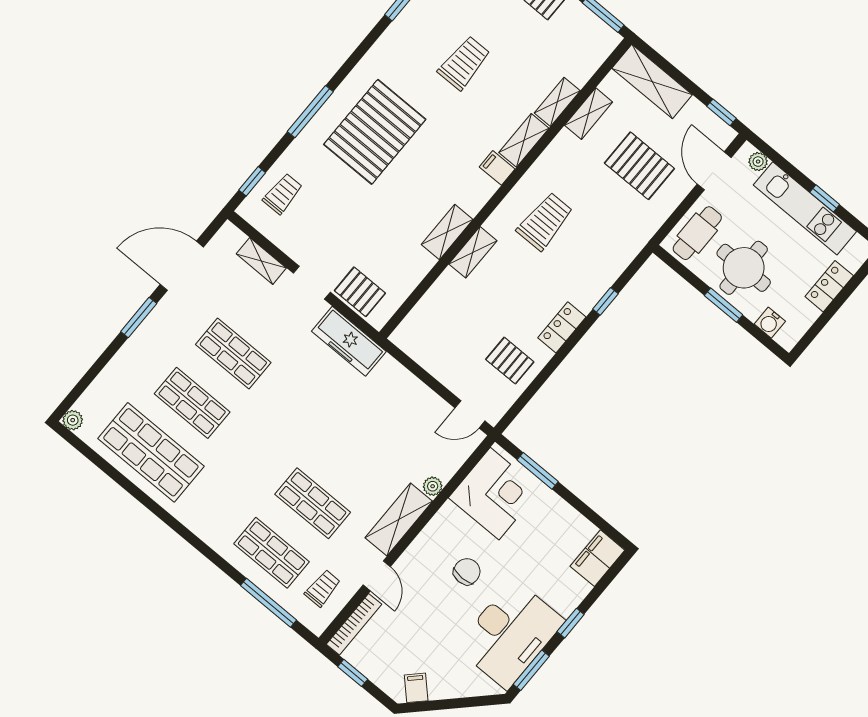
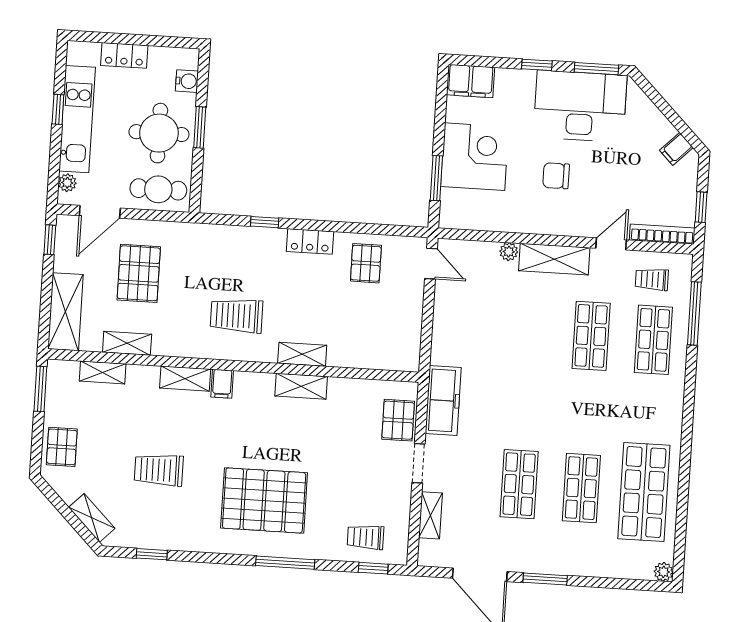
shelving: (557, 102) -> (103, 372), moved
corner desk: (495, 494) -> (475, 157), moved, turned 90

